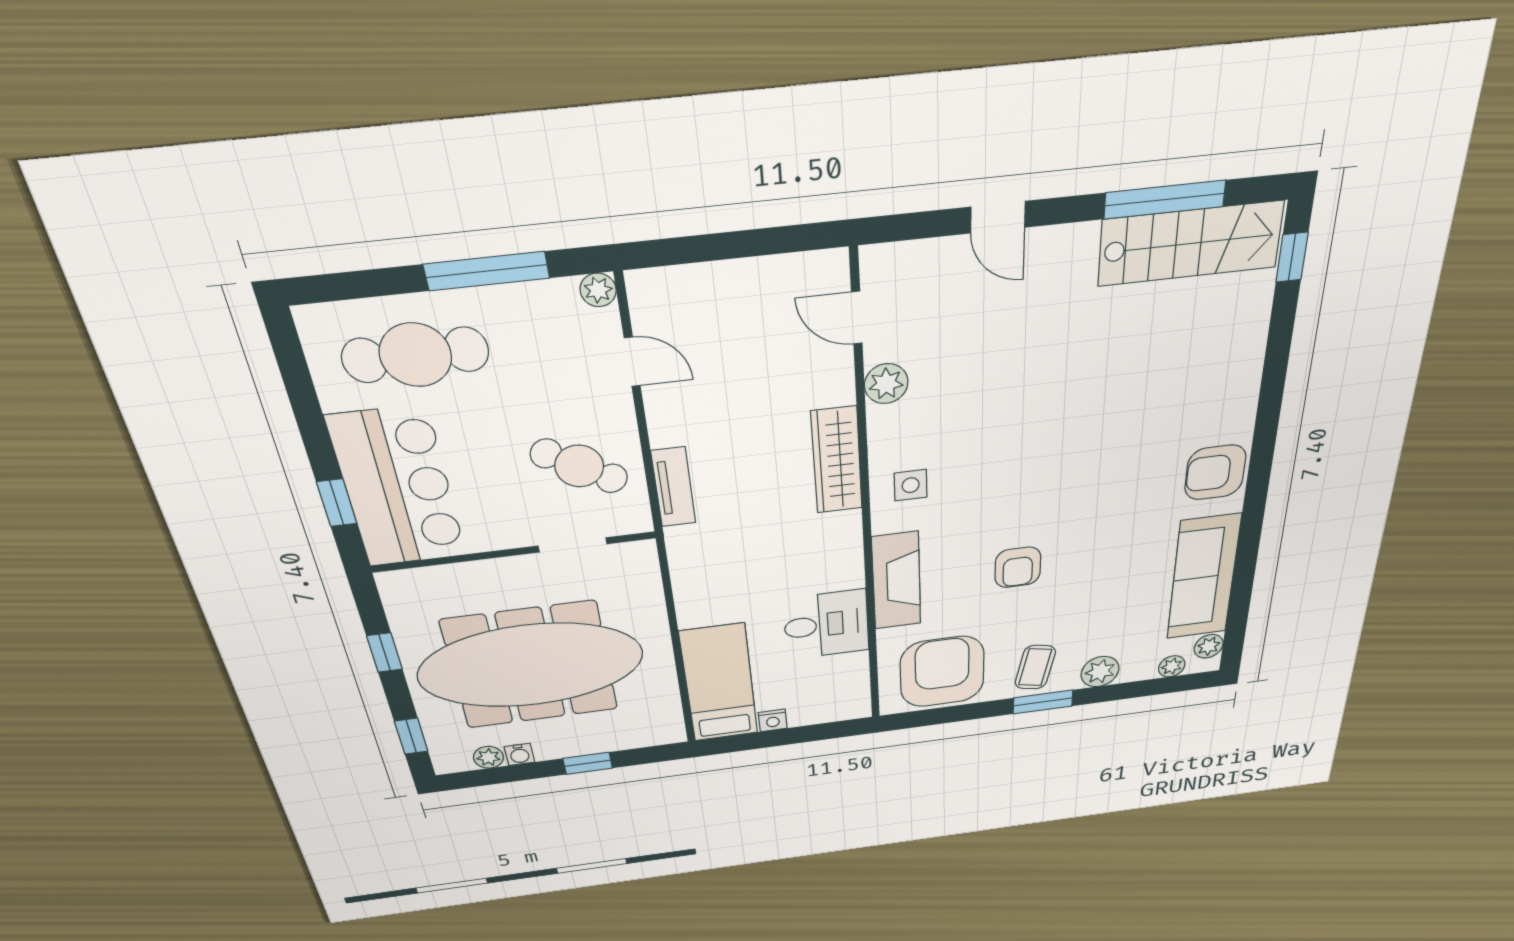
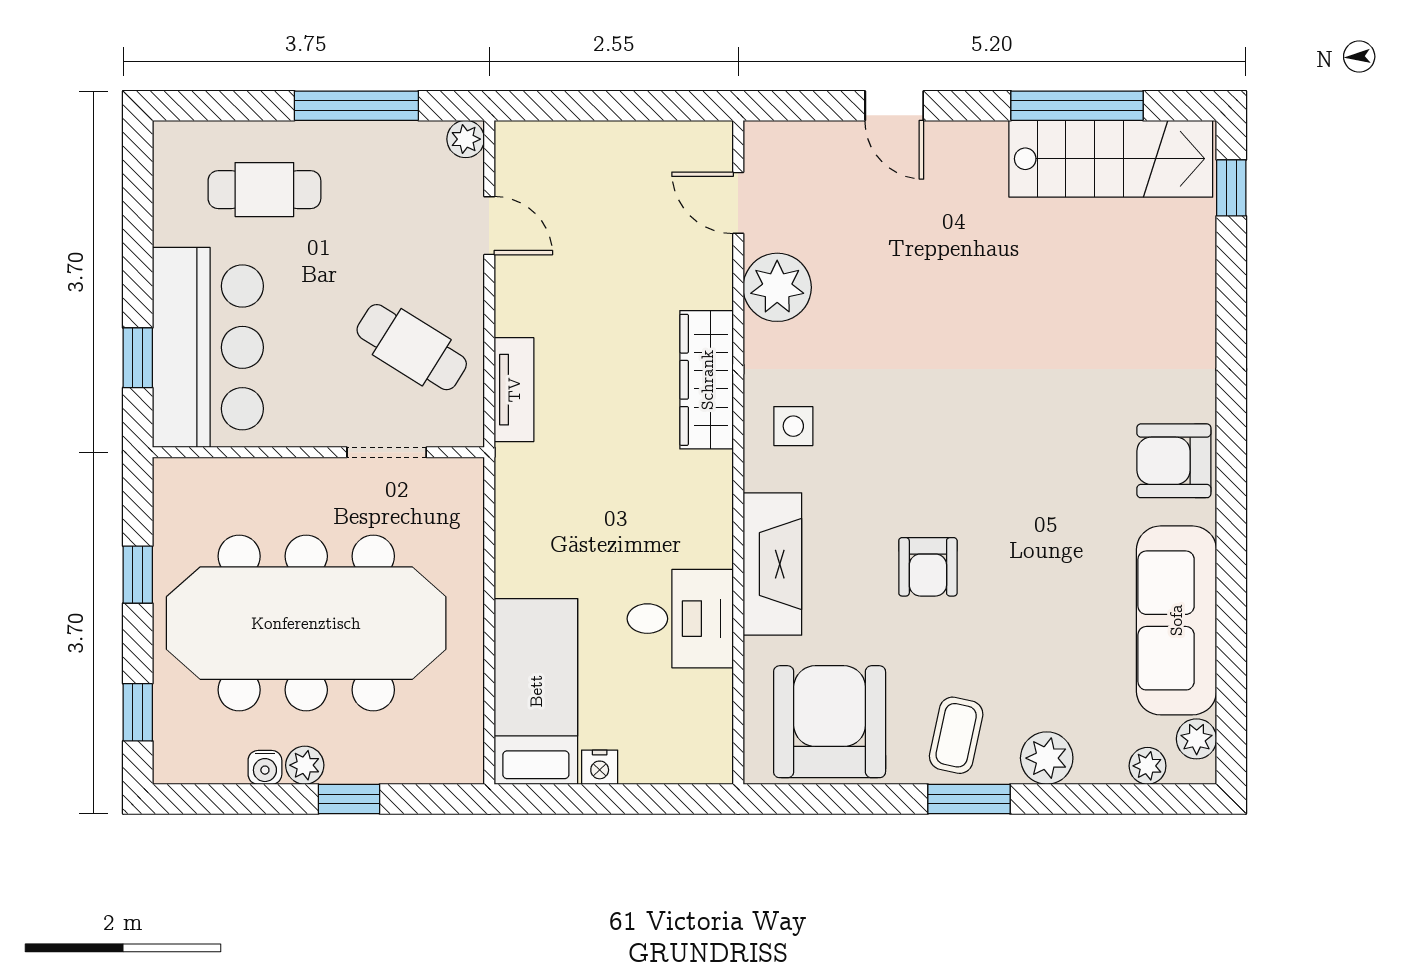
cafe table: (416, 355) -> (264, 190), width x0.73, depth x0.74
plant: (886, 384) -> (777, 287), width x1.36, depth x1.36
plant: (488, 757) -> (305, 765), moved

